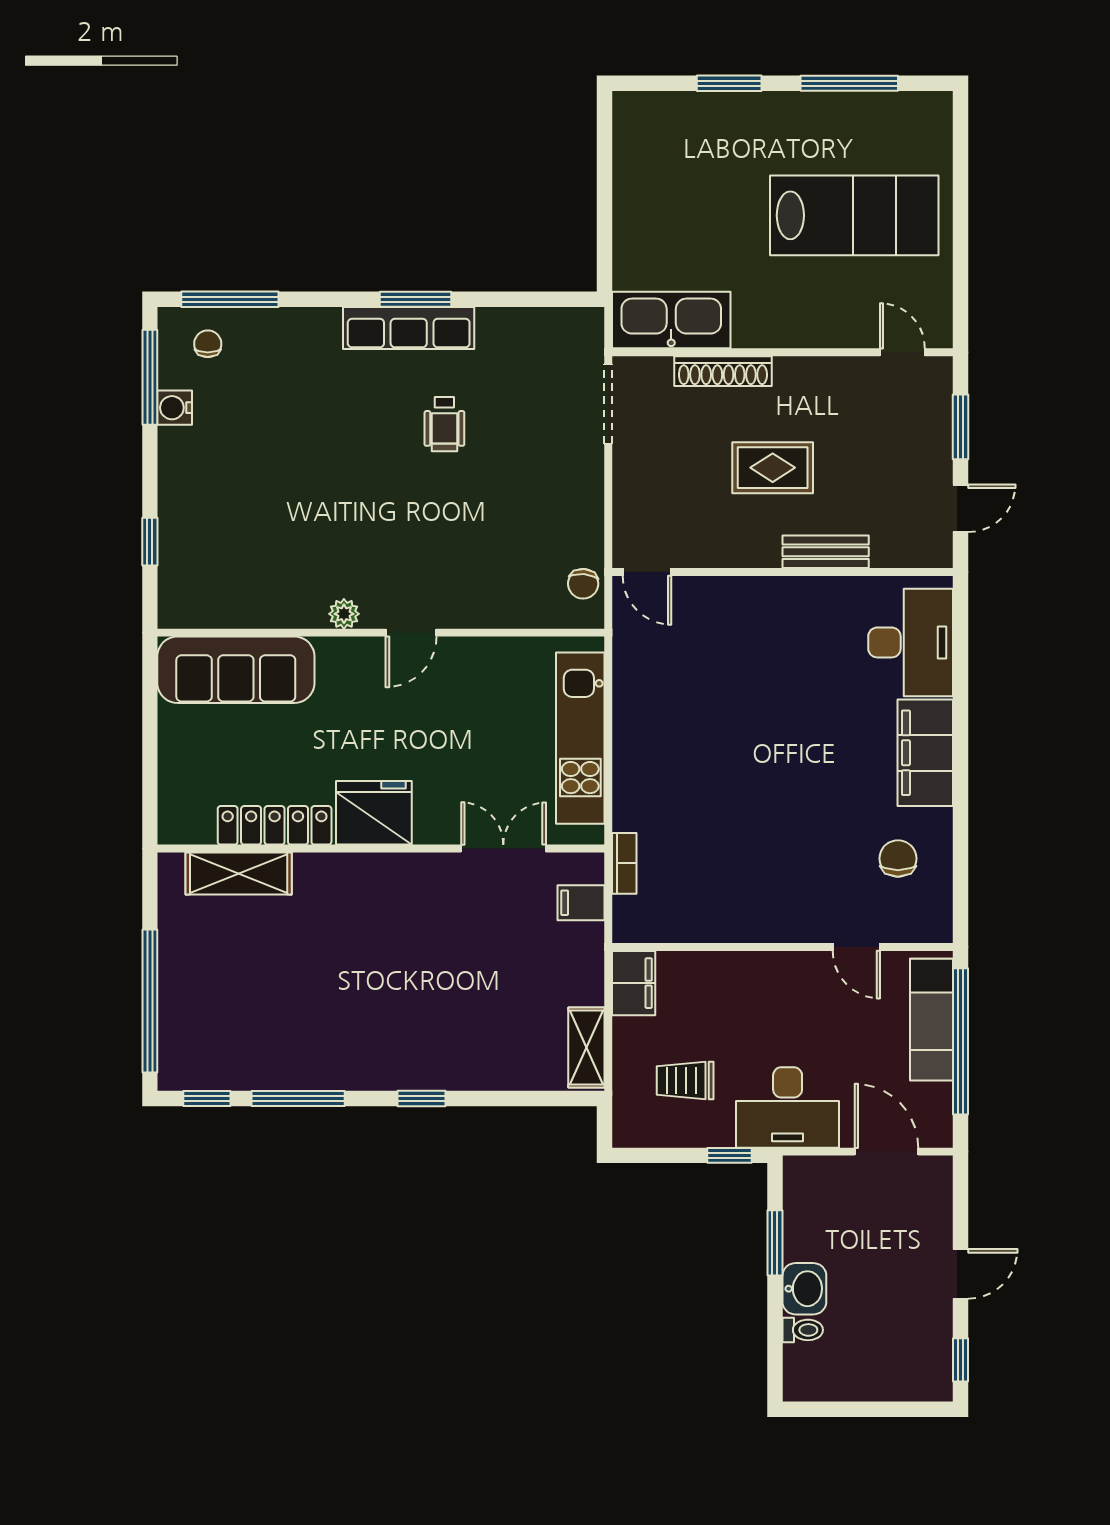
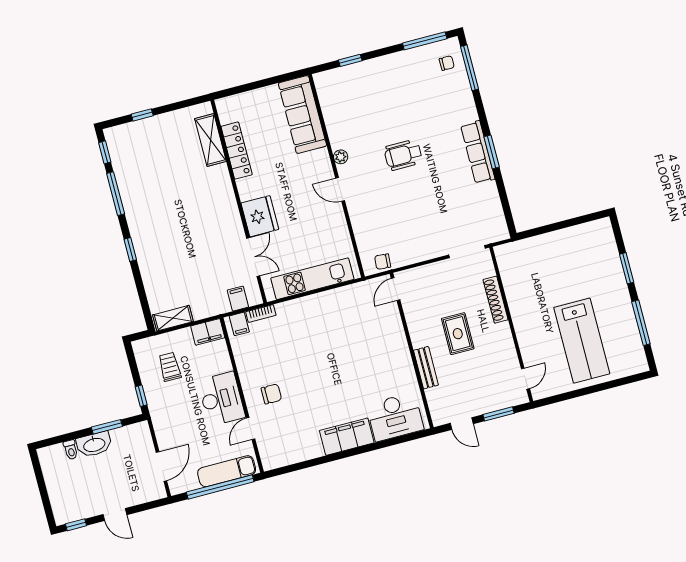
kitchen sink: (671, 320) -> (513, 270), removed
water cooler: (175, 408) -> (414, 56), removed
wheelchair: (444, 424) -> (403, 155), moved, width x1.36, depth x1.37
fridge: (374, 813) -> (260, 216), moved
chair: (898, 858) -> (271, 394), moved
filing cabinet: (634, 914) -> (239, 324), added
window: (150, 1001) -> (142, 115), width x0.32
desk: (788, 1107) -> (221, 399), moved, turned 180
washbasin: (804, 1289) -> (94, 444), width x1.38

